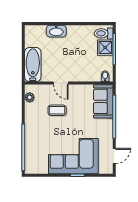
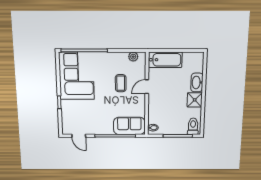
shower: (105, 48) -> (195, 100), moved
corner sofa: (73, 156) -> (77, 76), moved

